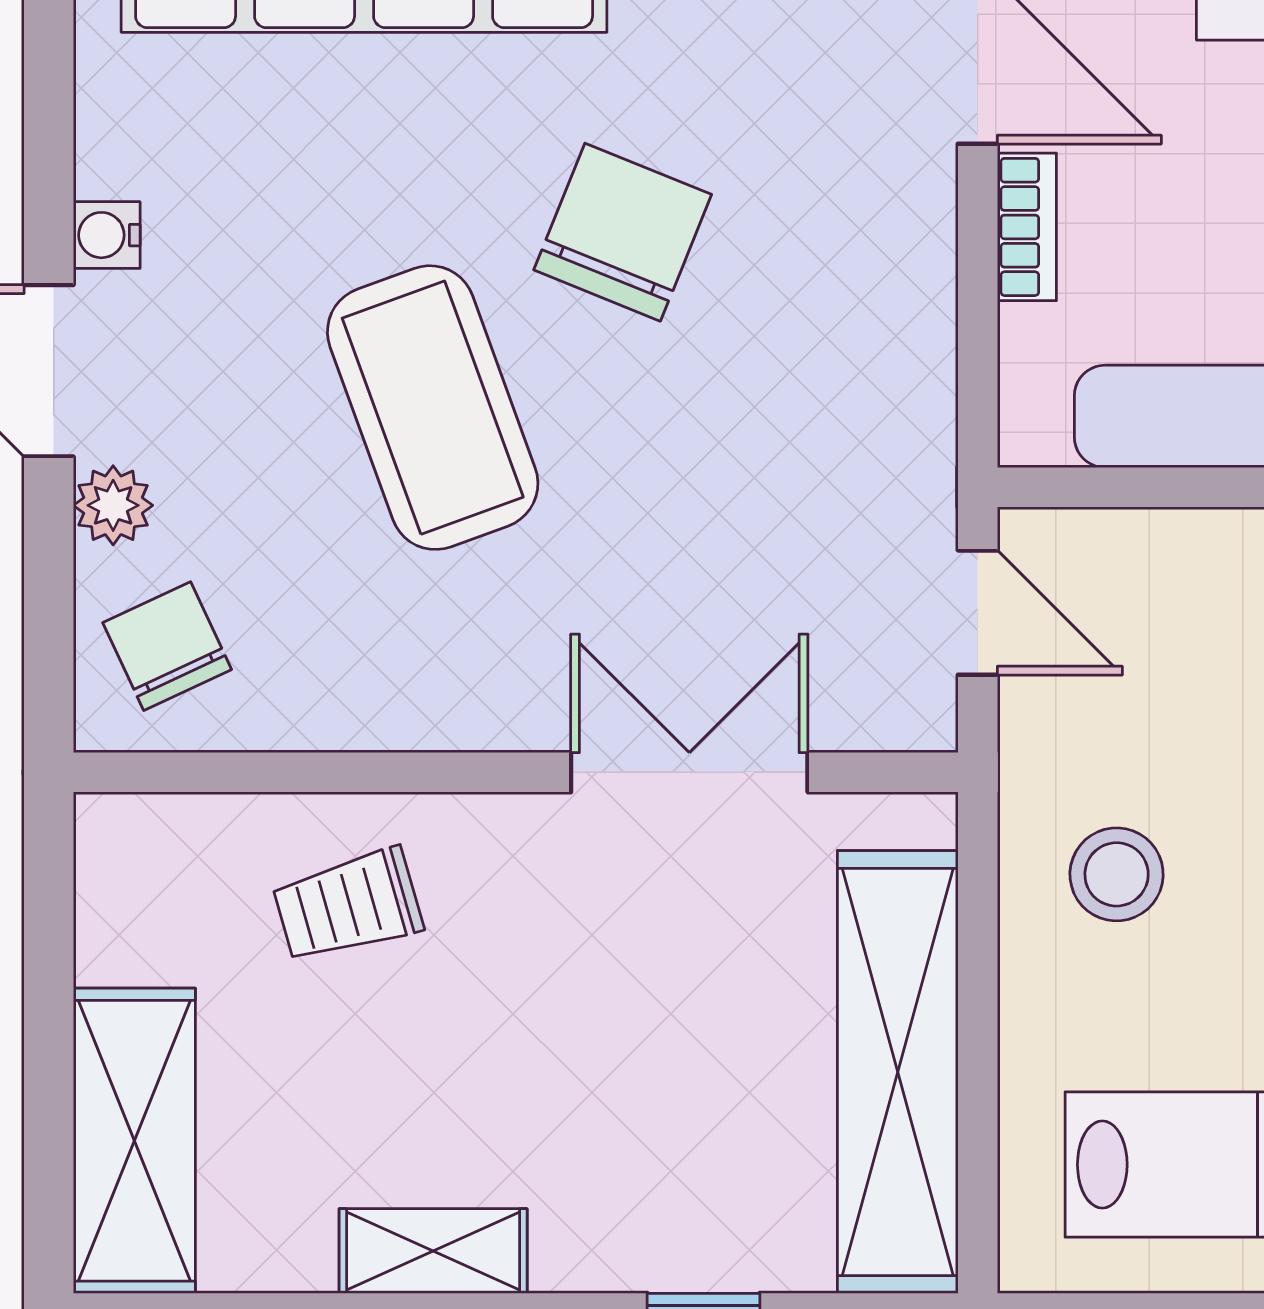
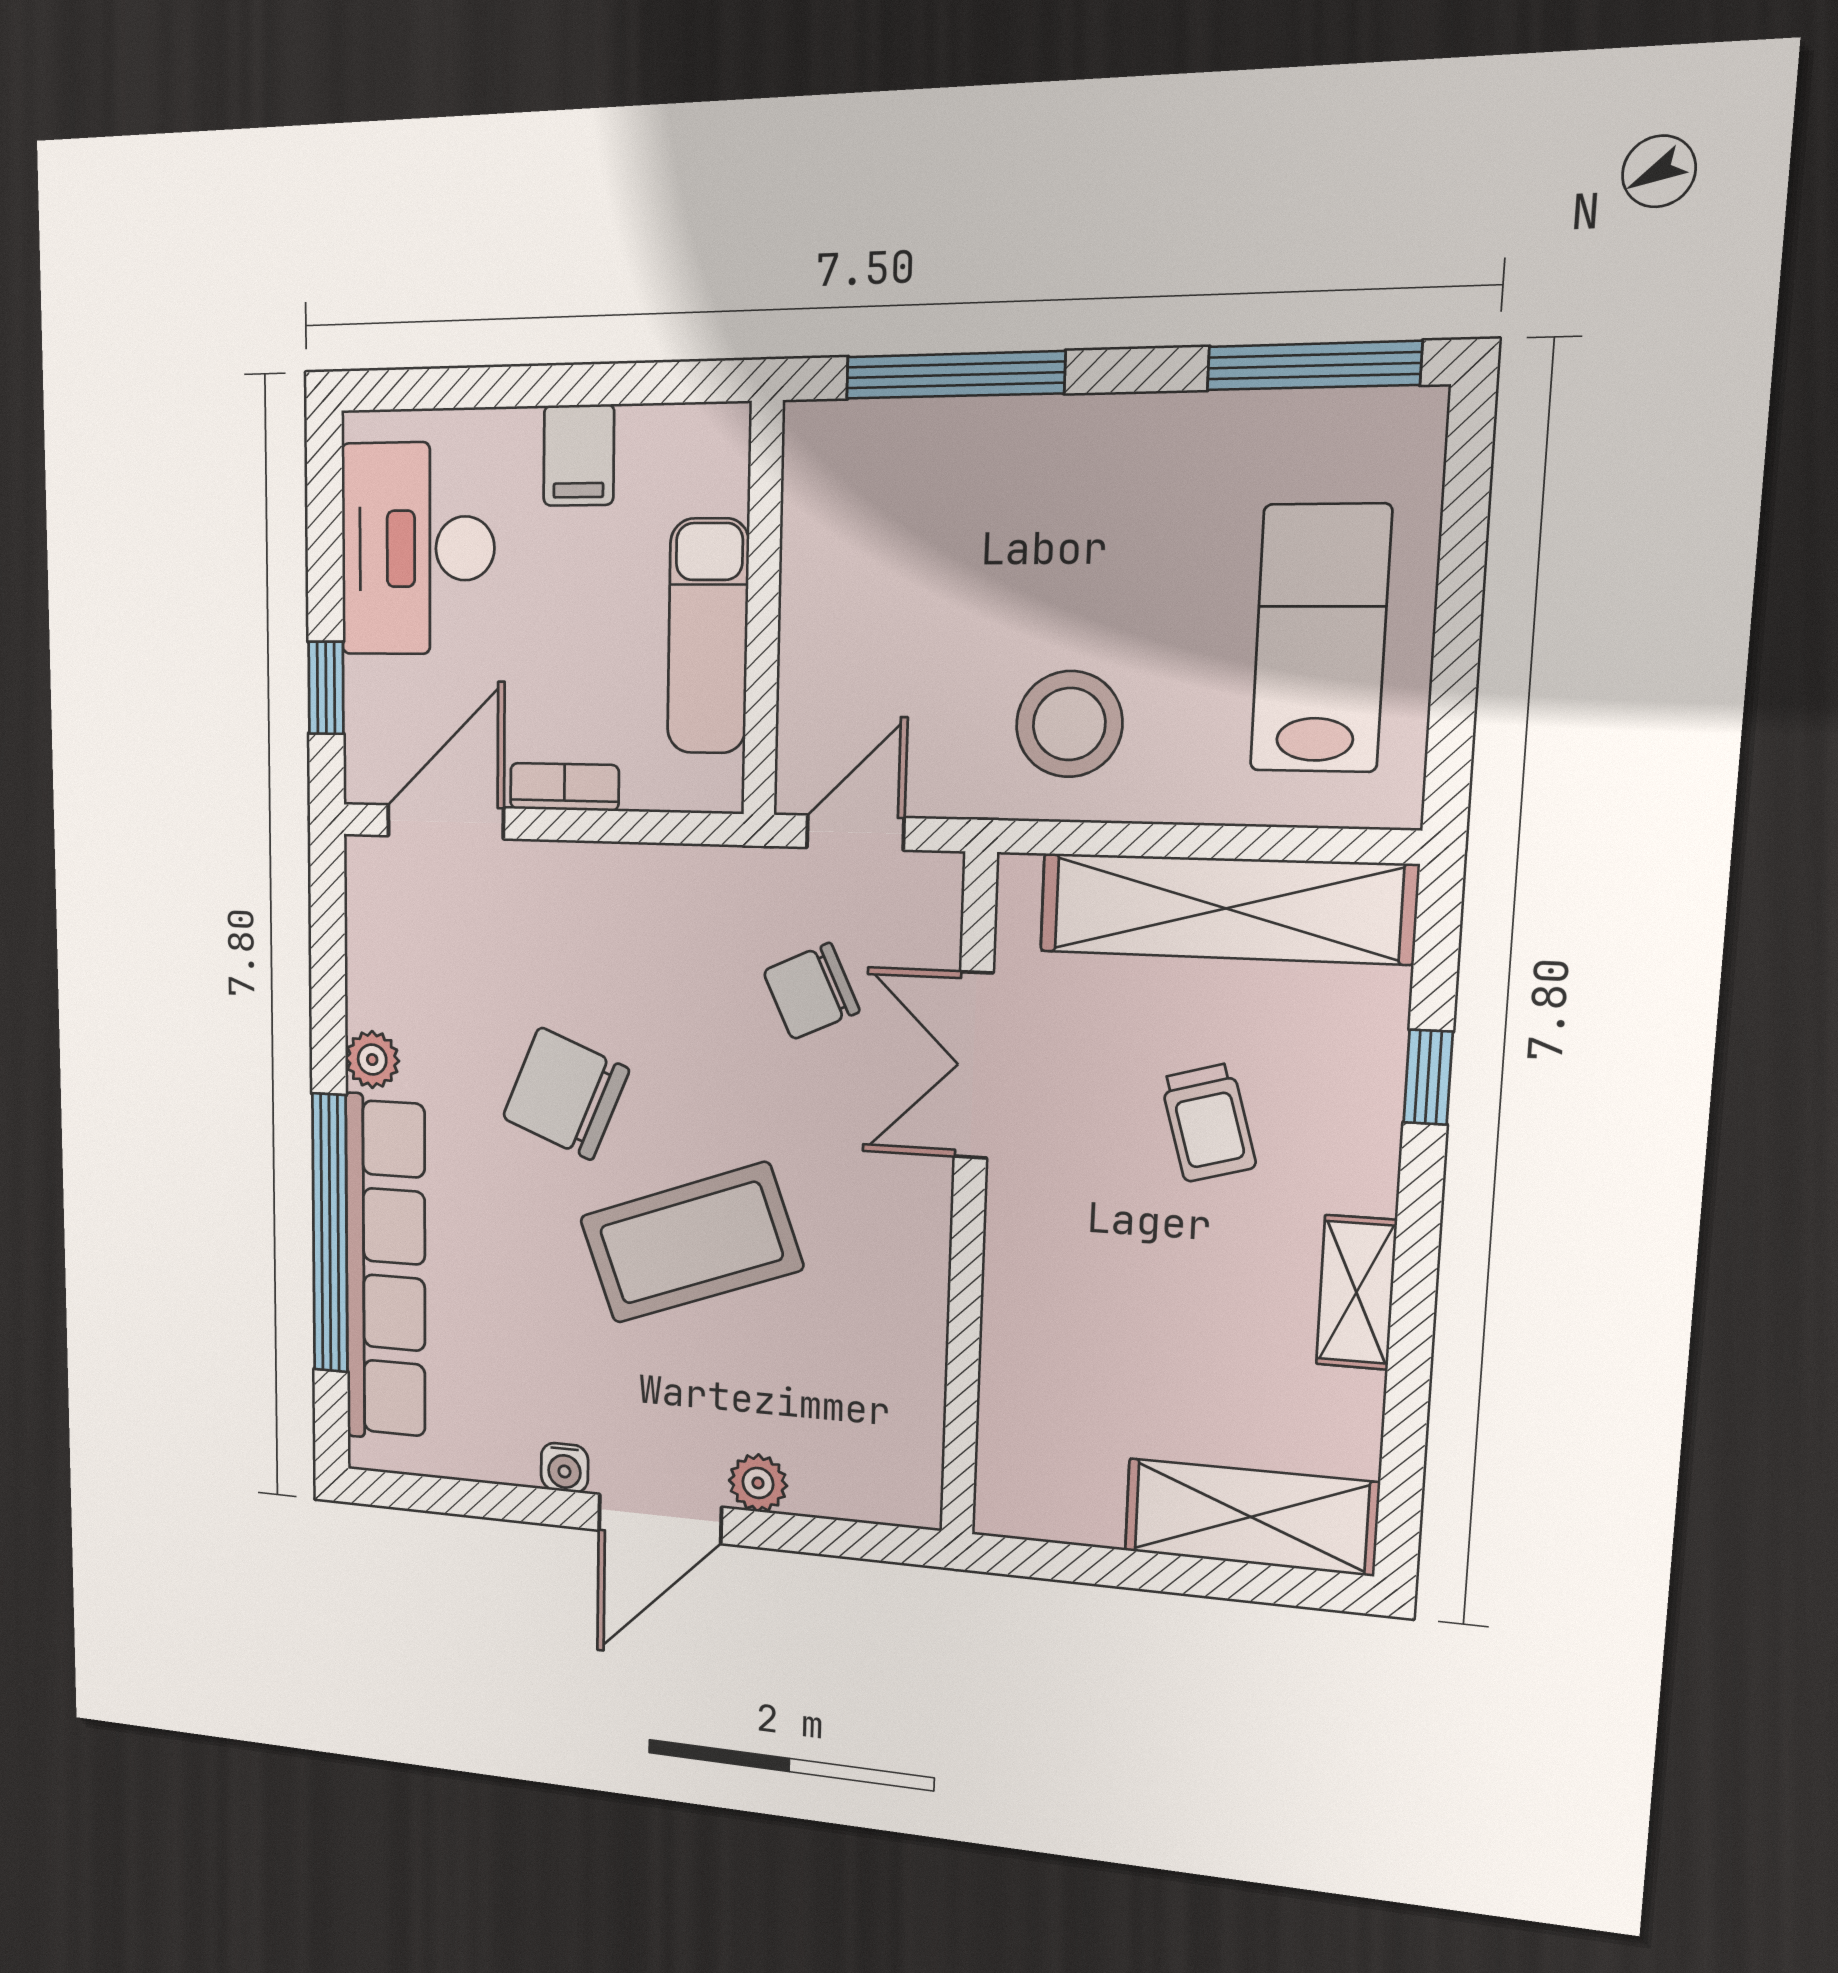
chair: (167, 646) -> (811, 991), moved
stool: (1117, 874) -> (1069, 724), width x1.38, depth x1.38
trolley: (348, 906) -> (1208, 1123), moved

